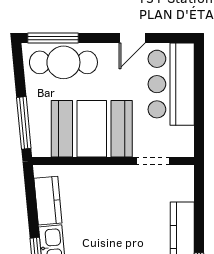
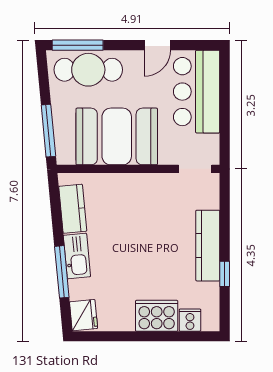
doorway: (153, 161) -> (195, 169), moved

